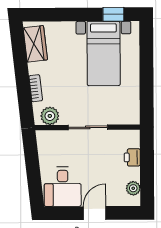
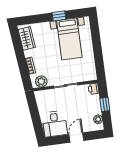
window: (113, 14) -> (59, 16), moved
printer: (132, 157) -> (94, 89), moved
window: (147, 166) -> (105, 104), added

